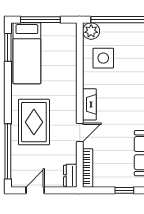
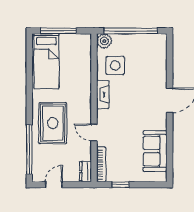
window: (8, 47) -> (29, 56), removed
fireplace: (89, 104) -> (103, 94), moved
door: (80, 132) -> (94, 132), swing flipped
window: (124, 190) -> (121, 185), moved

